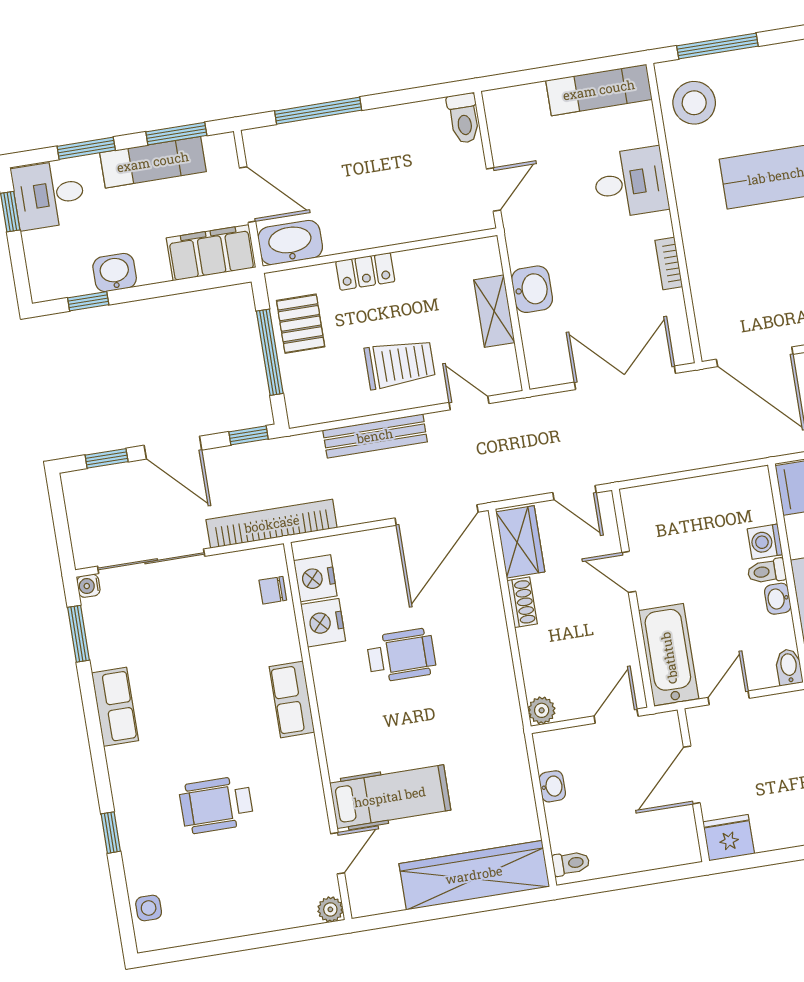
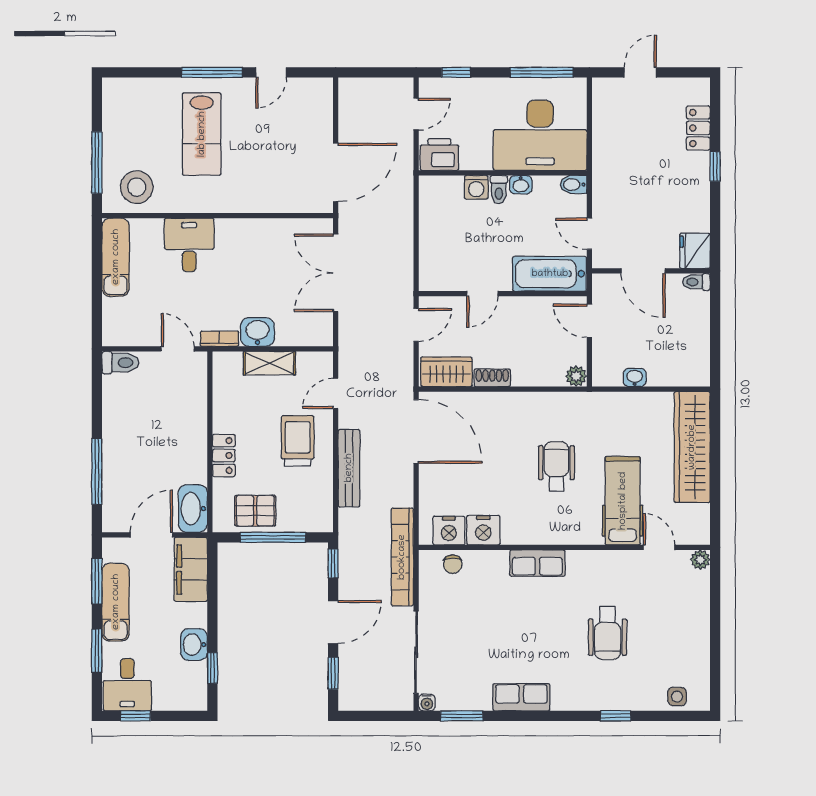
bookcase: (669, 263) -> (219, 339), moved, turned 180
wheelchair: (401, 655) -> (556, 467), moved
toilet: (571, 863) -> (696, 282), moved, turned -90

